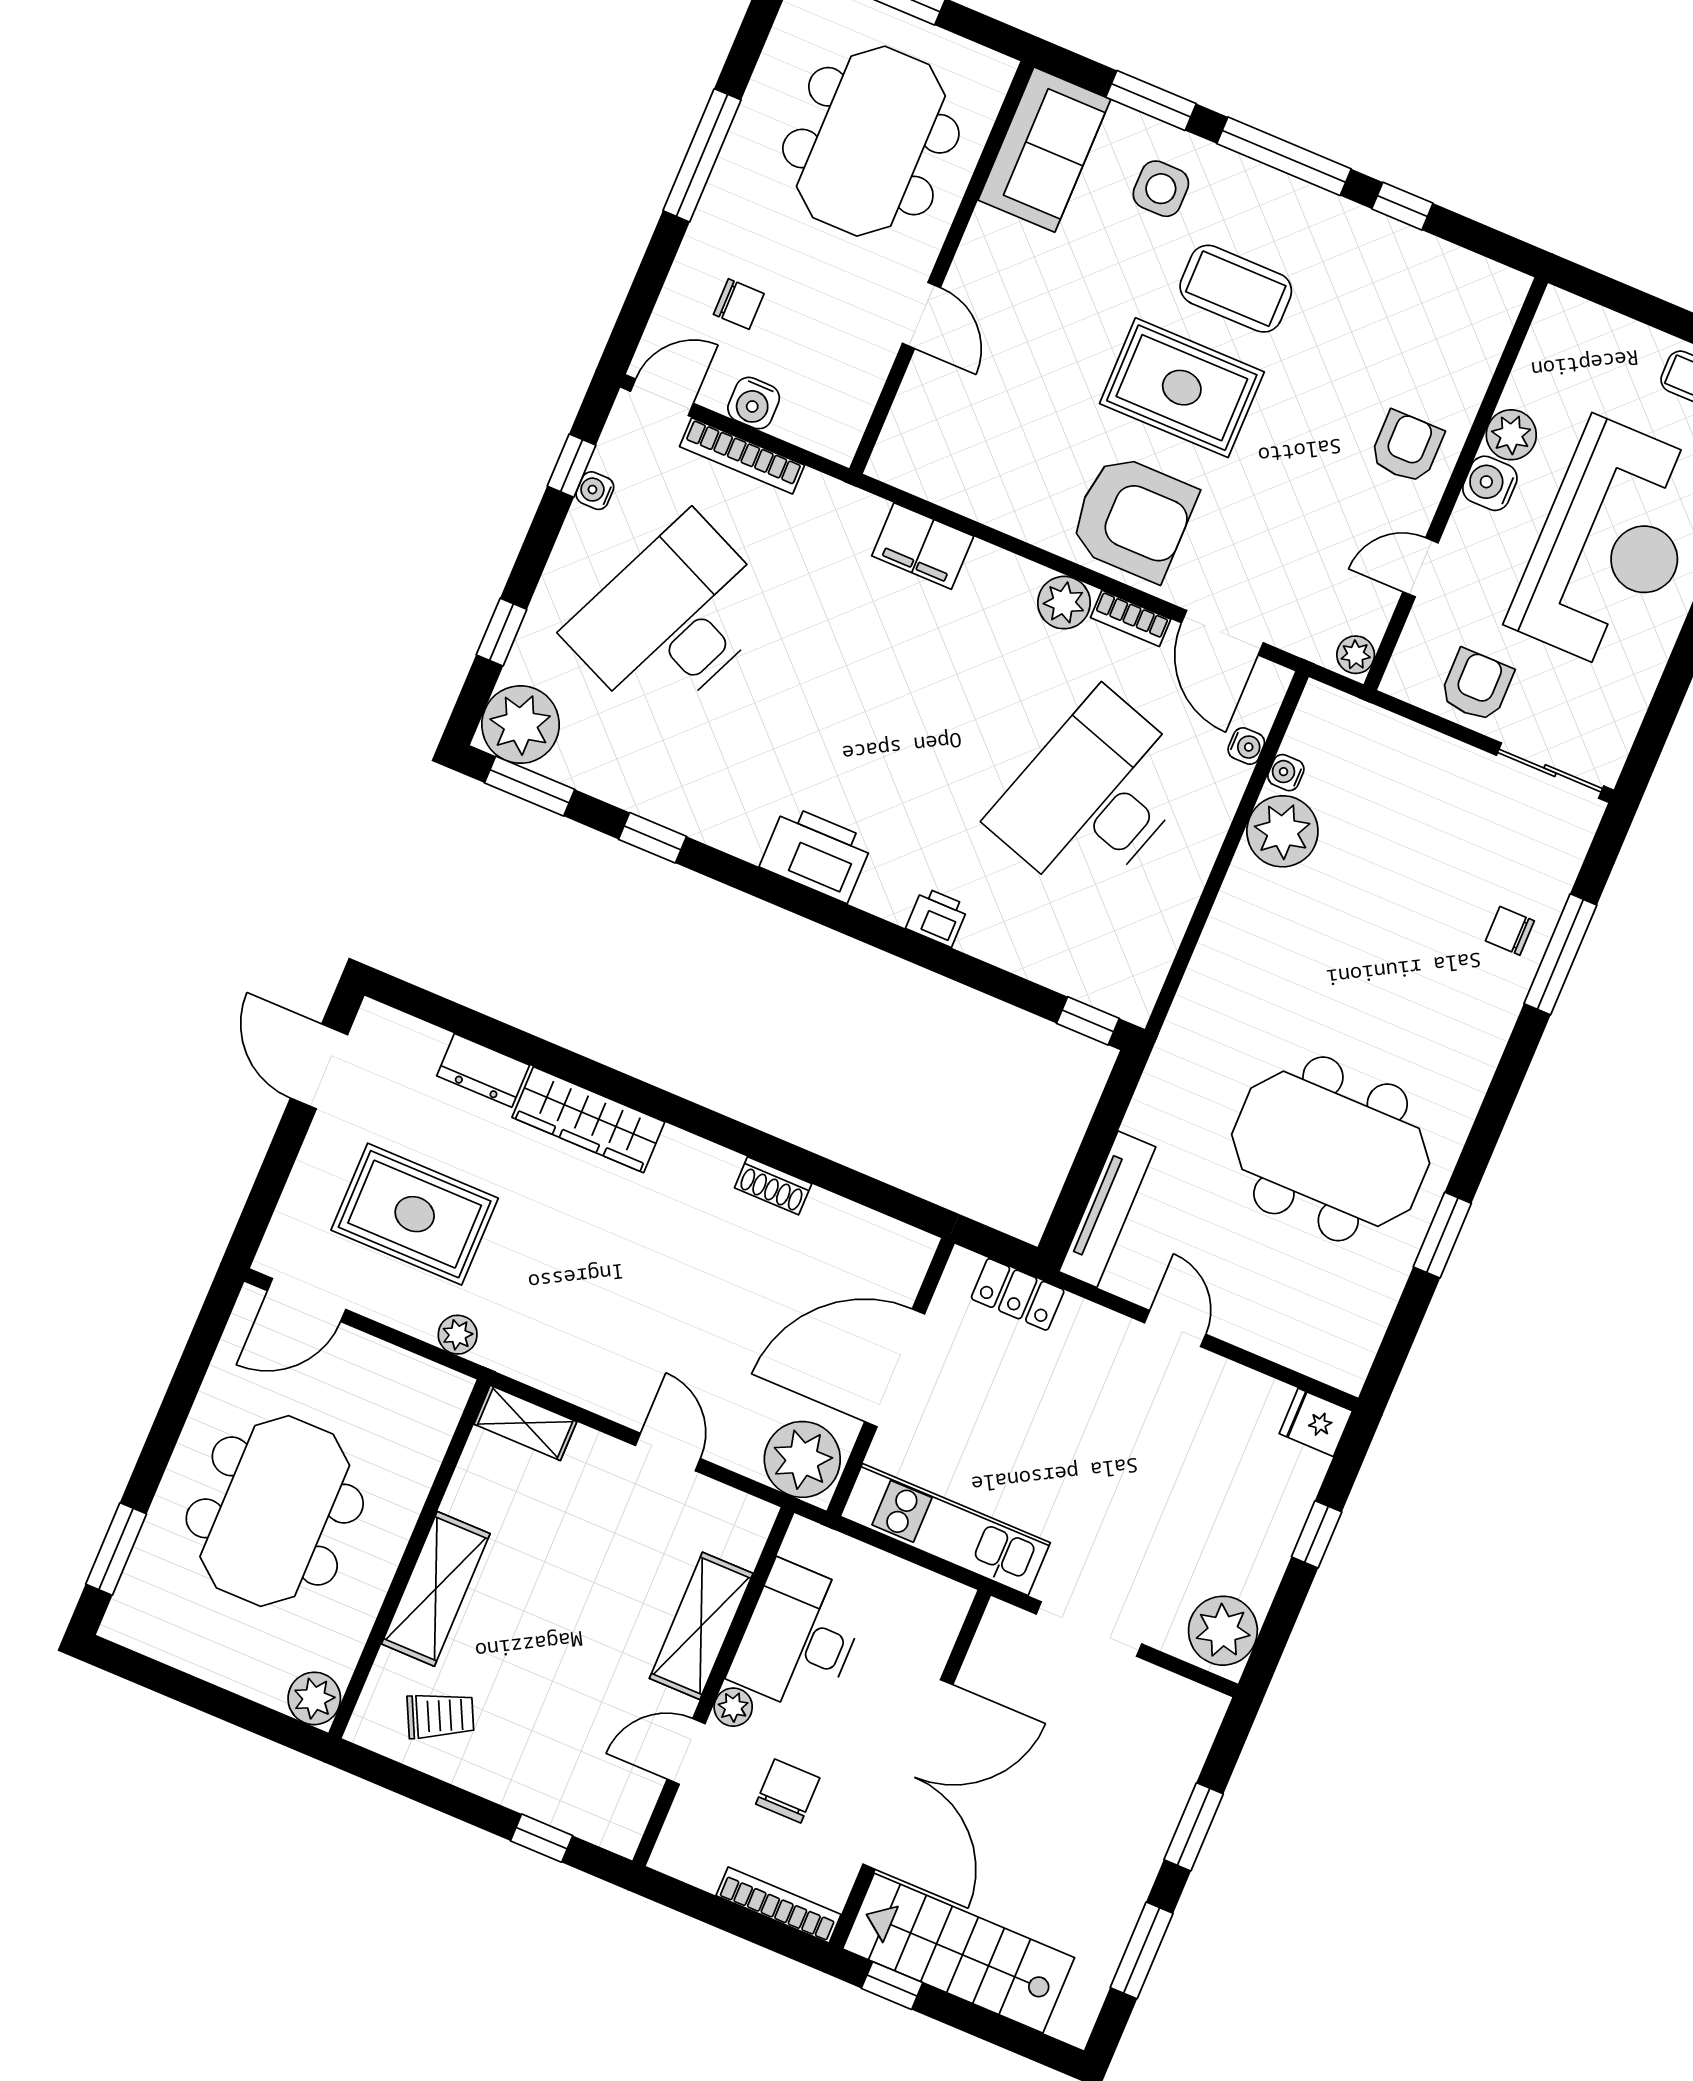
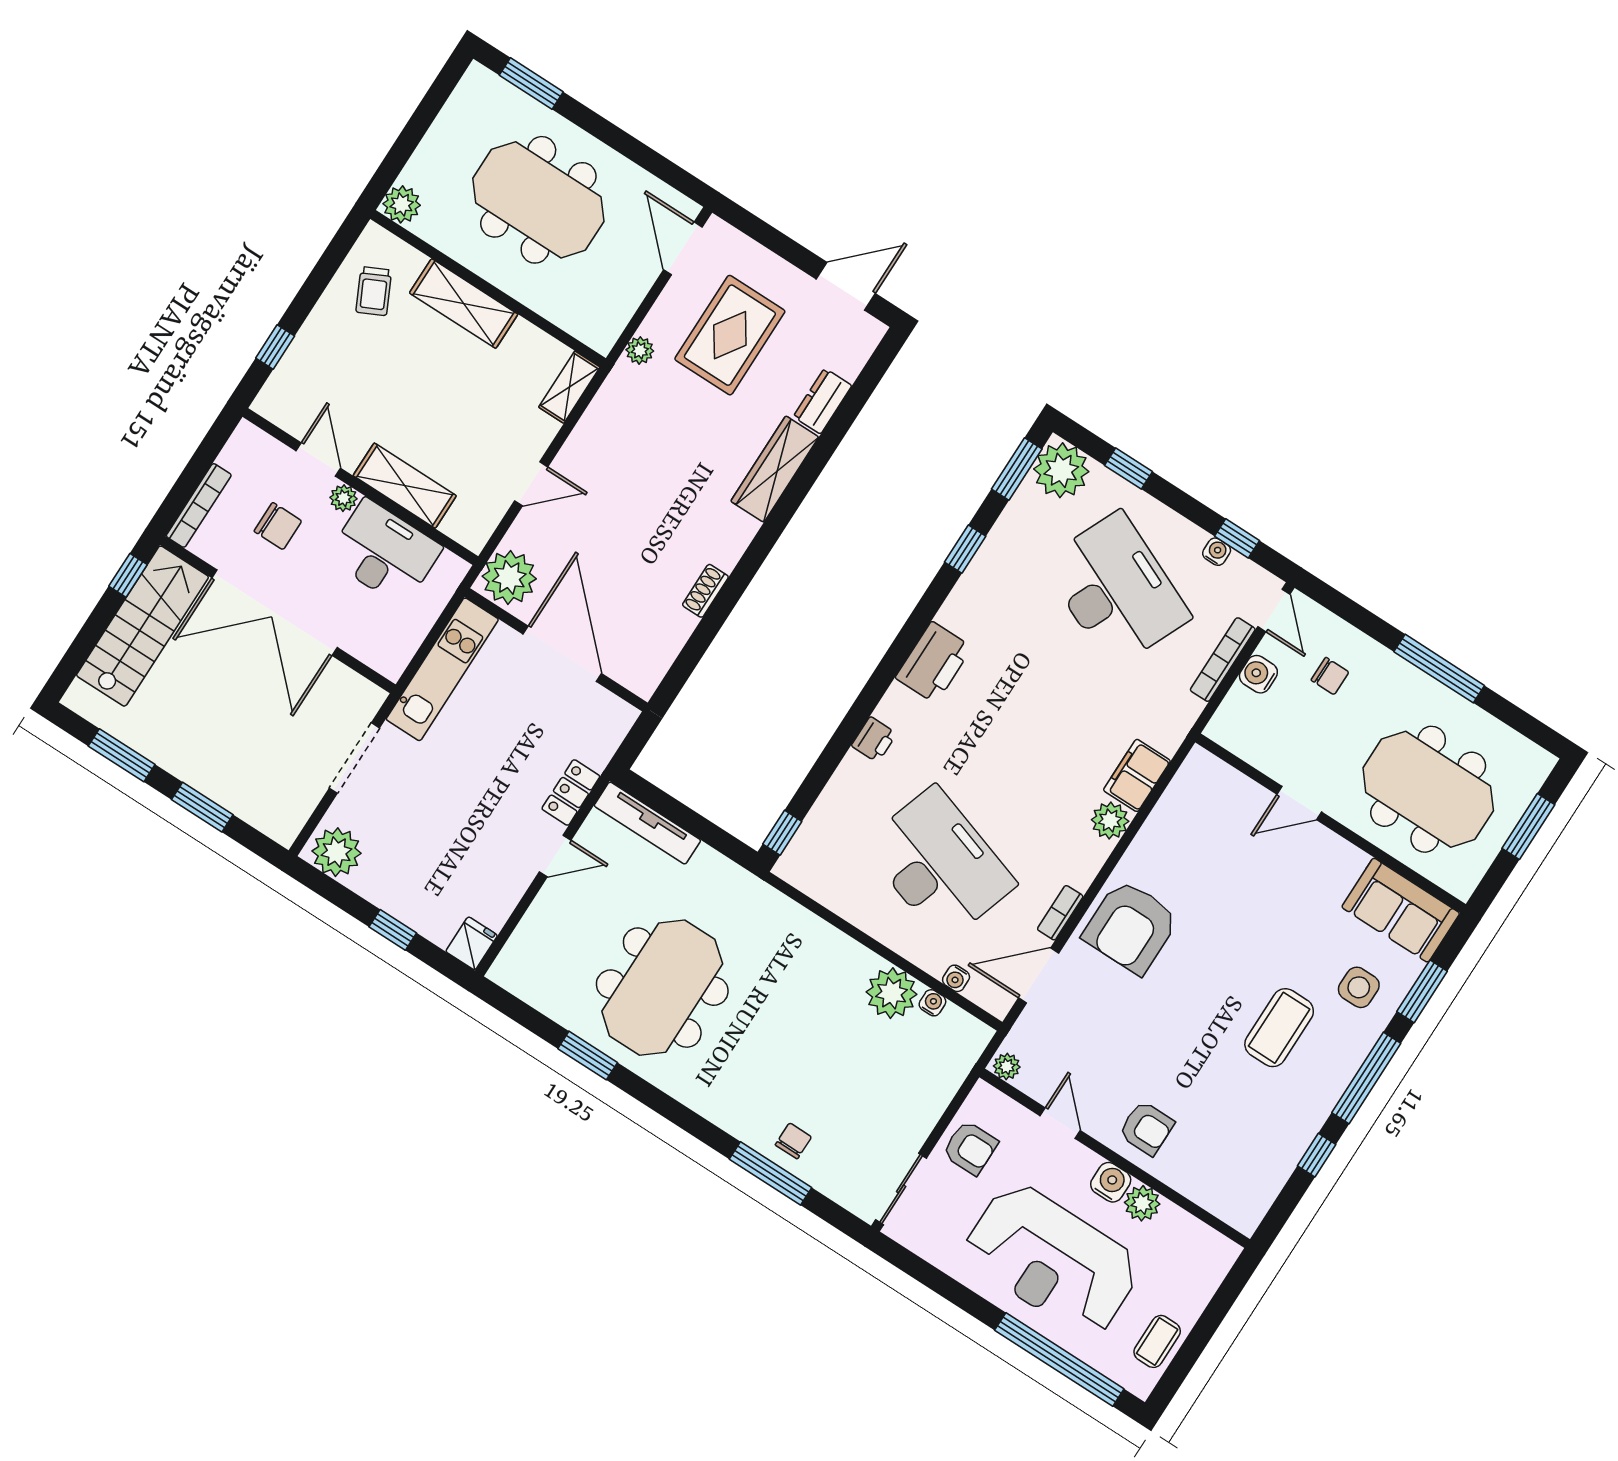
chair: (739, 304) -> (1330, 676), turned -90
rug: (1182, 388) -> (1216, 977), removed
plant: (1064, 603) -> (1110, 821), moved
locker: (1018, 1294) -> (571, 793), moved

